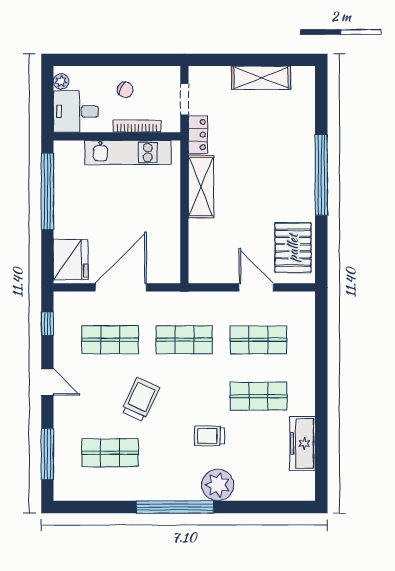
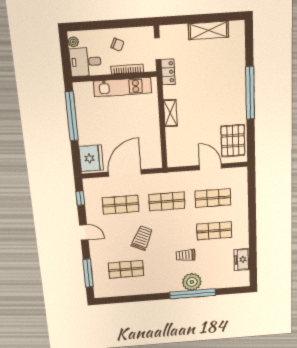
shelving: (201, 187) -> (170, 113), width x0.67, depth x0.75
freezer: (303, 443) -> (242, 260), width x0.71
window: (175, 507) -> (193, 294), moved

